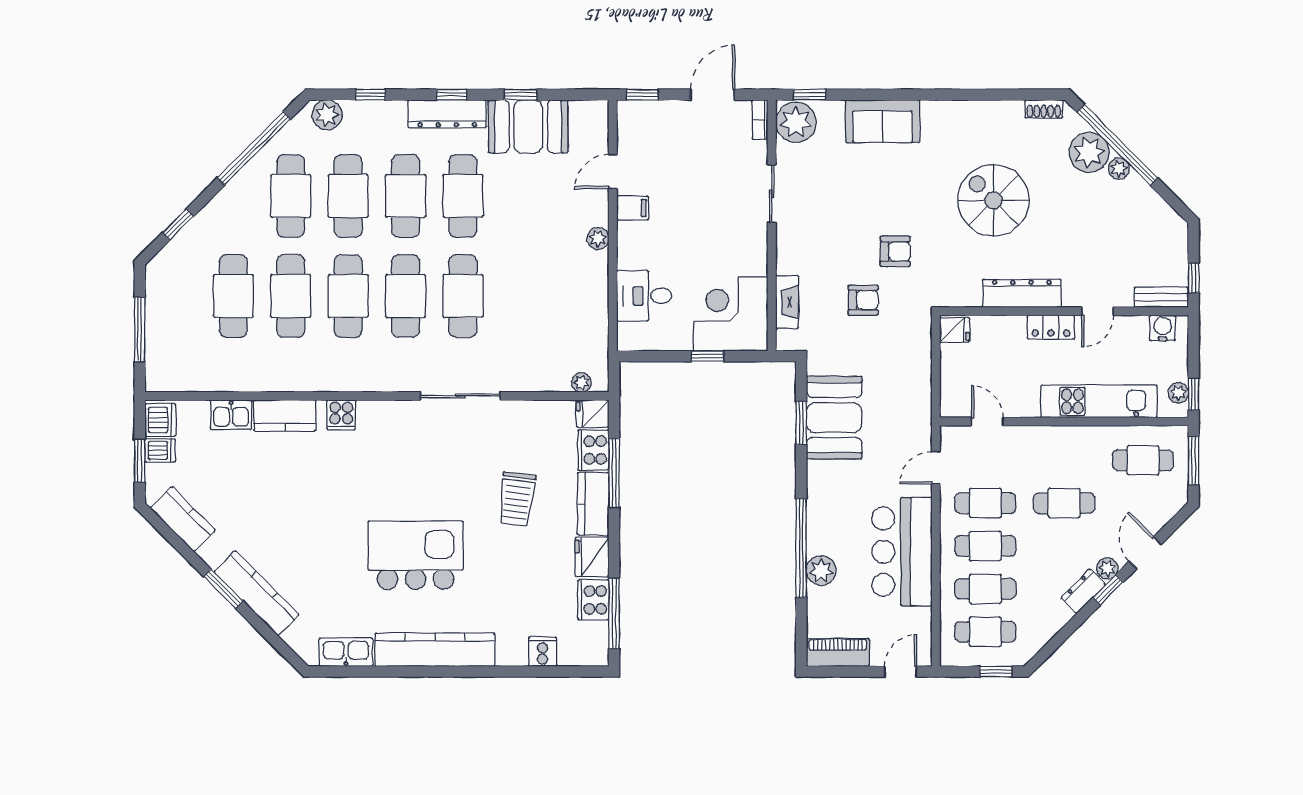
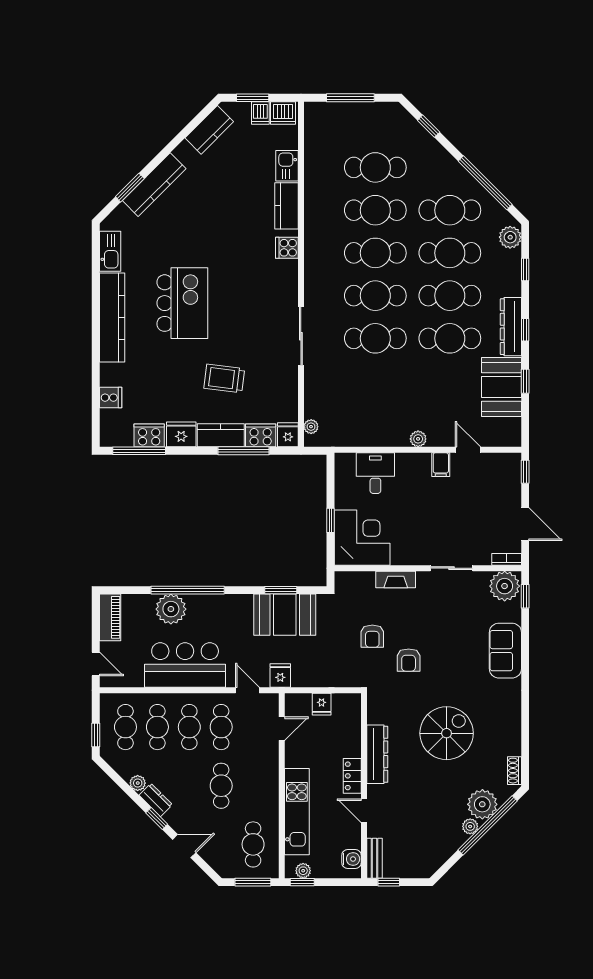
fireplace: (787, 302) -> (396, 579), moved
fridge: (955, 330) -> (322, 704), moved
fridge: (916, 424) -> (280, 675), added
plant: (1107, 568) -> (138, 783), moved
plant: (821, 571) -> (171, 609), width x1.36, depth x1.36
window: (223, 589) -> (130, 188), moved

